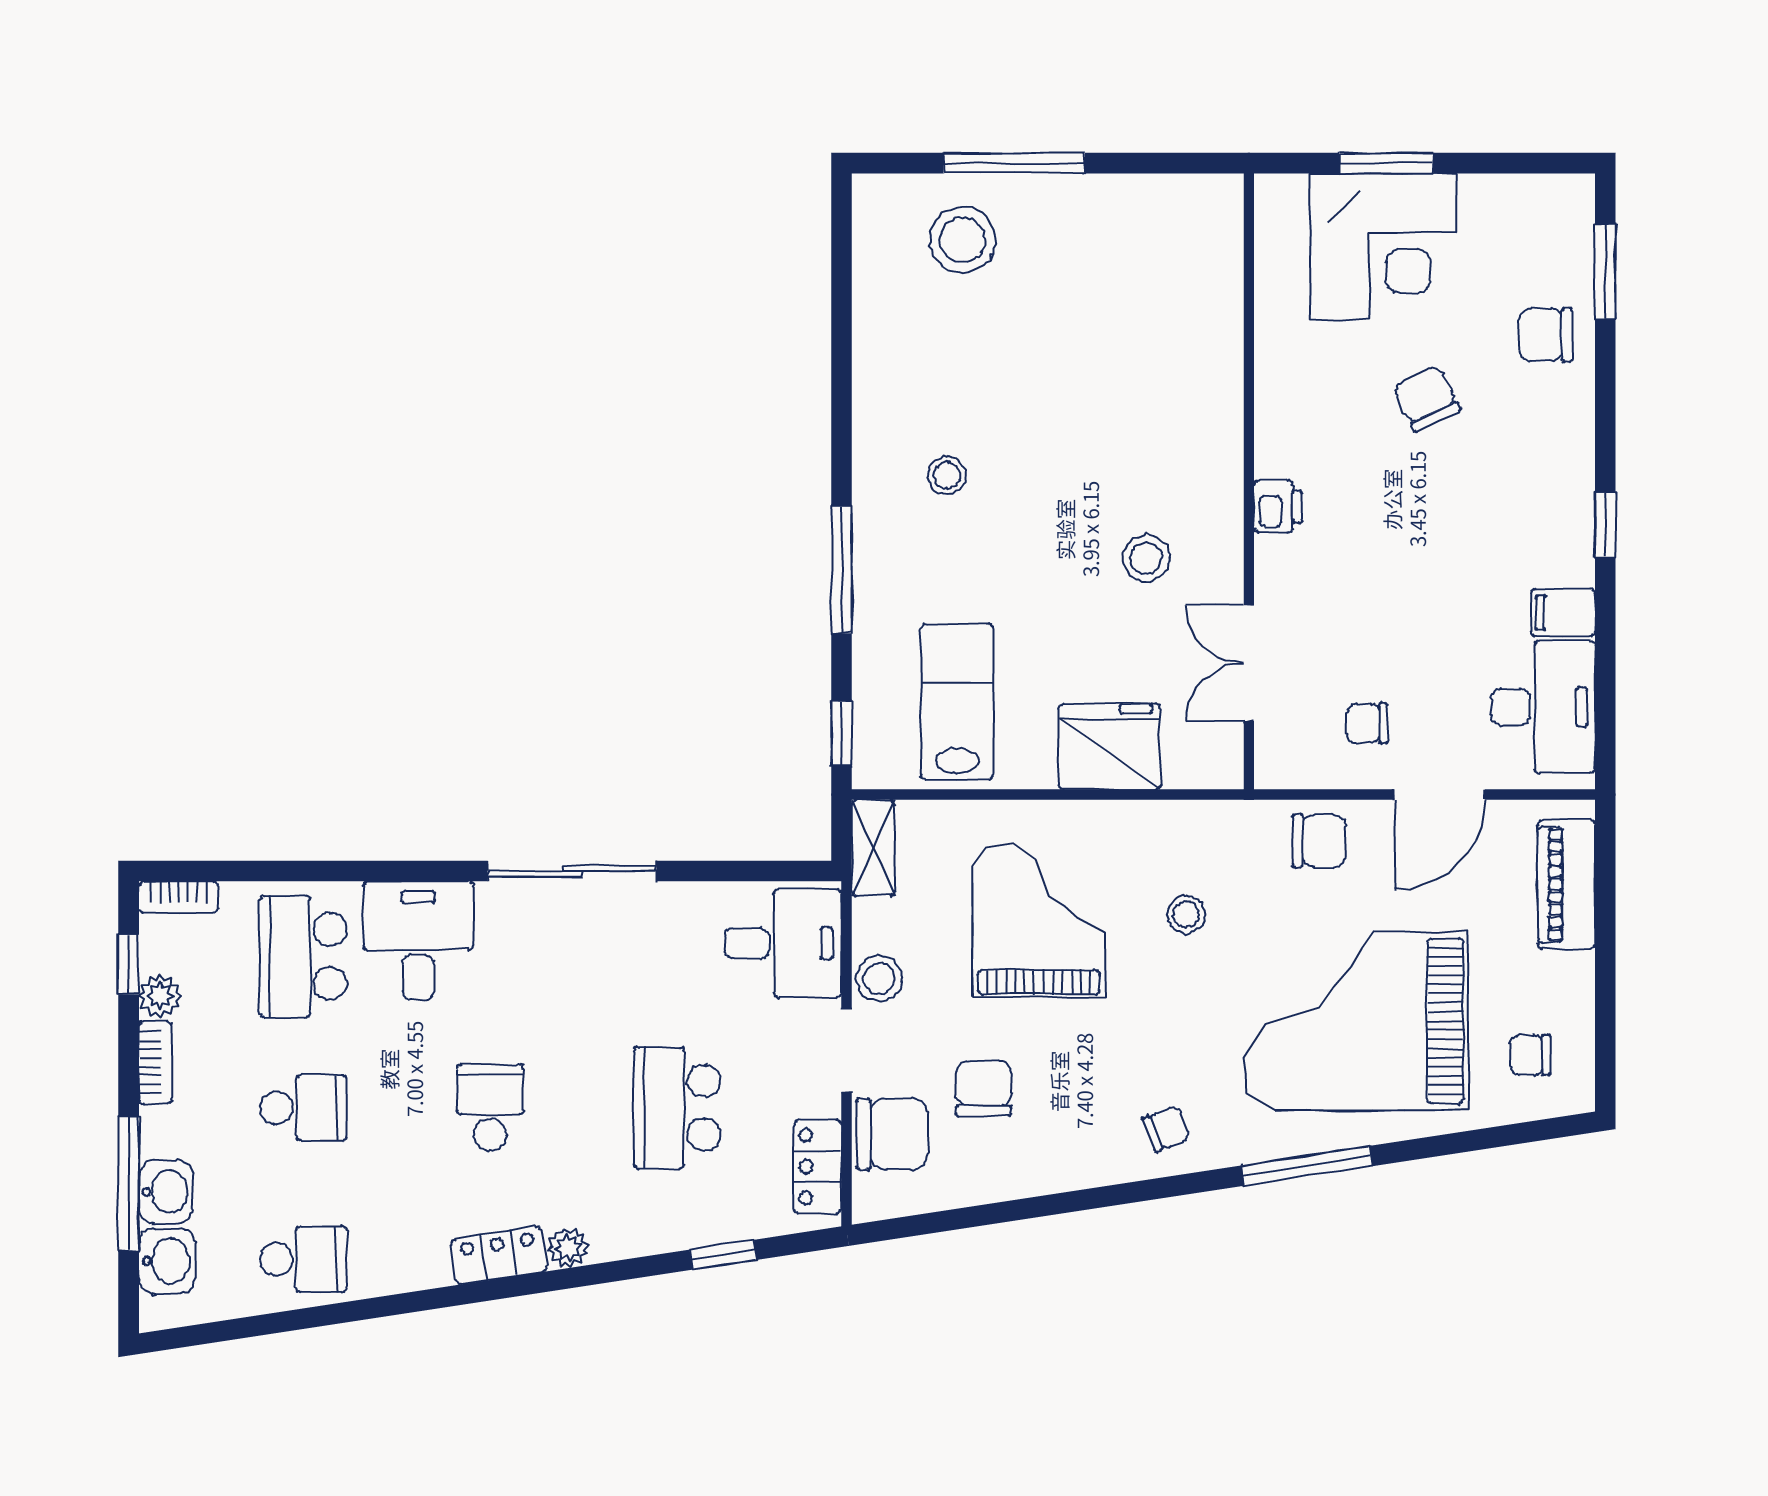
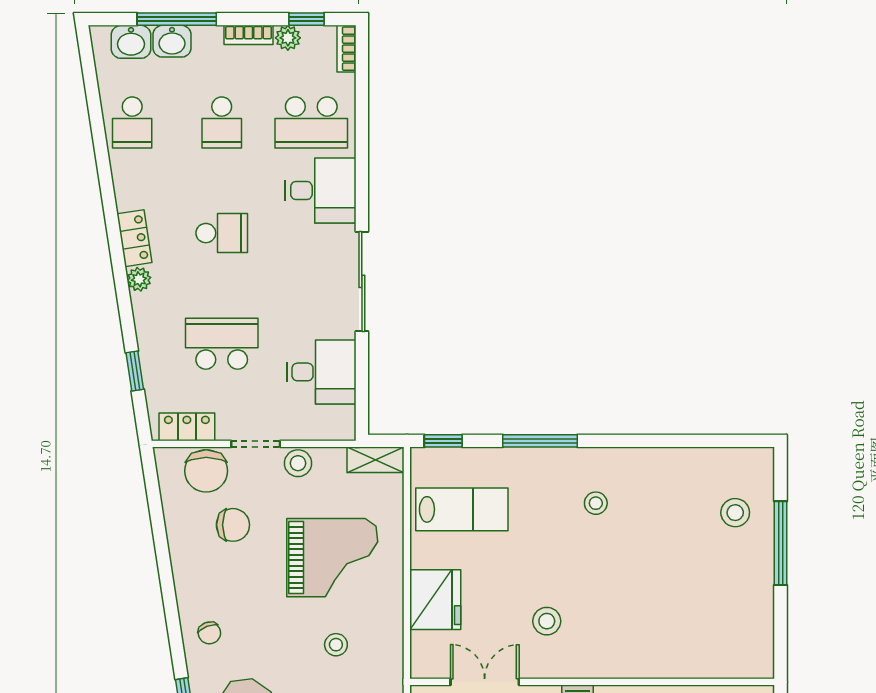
stool: (963, 240) -> (735, 513), width x0.73, depth x0.73
desk: (783, 943) -> (321, 372), moved, turned -90
school desk: (303, 956) -> (311, 122), turned 180

